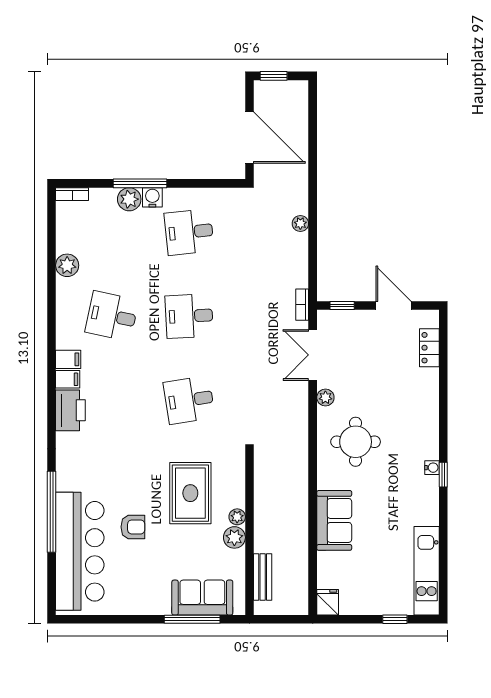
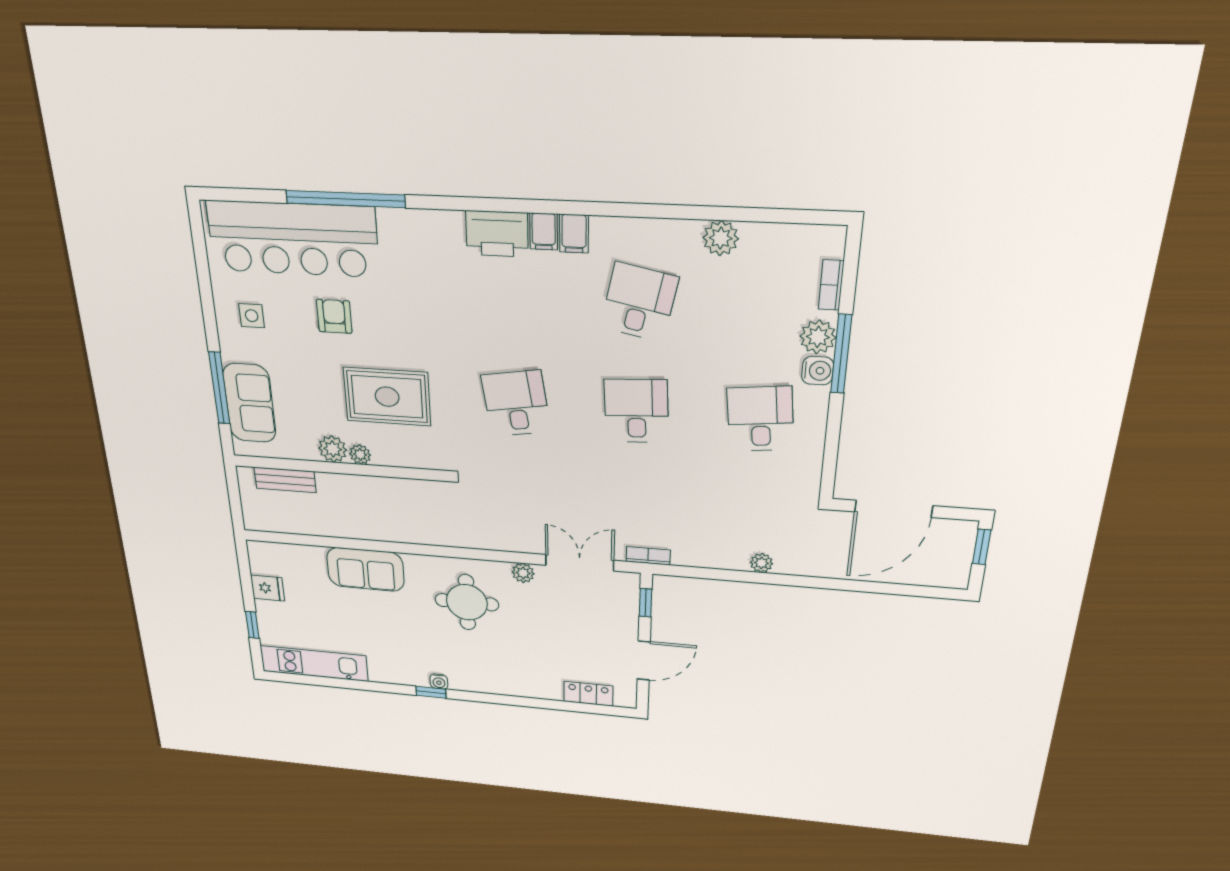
bookcase: (72, 194) -> (831, 285), moved
armchair: (133, 527) -> (334, 316), turned 180
side table: (136, 588) -> (252, 316), added
fridge: (328, 602) -> (268, 588), moved

